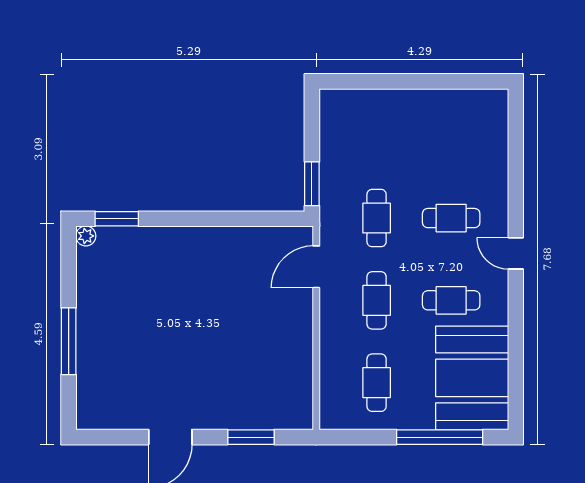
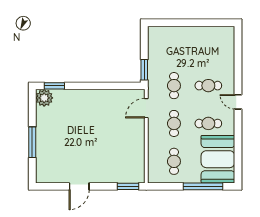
plant: (86, 236) -> (44, 98), width x1.88, depth x1.88
window: (251, 437) -> (128, 186), moved

